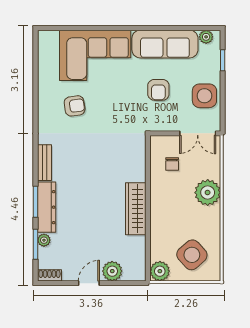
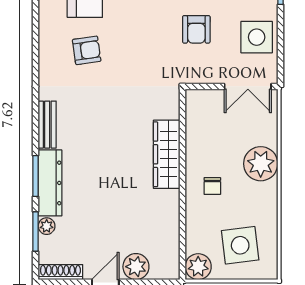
chair: (172, 164) -> (212, 186), moved
wardrobe: (136, 209) -> (167, 154), moved
side table: (192, 255) -> (240, 245), turned 35
shoe rack: (49, 275) -> (60, 272), width x1.43

